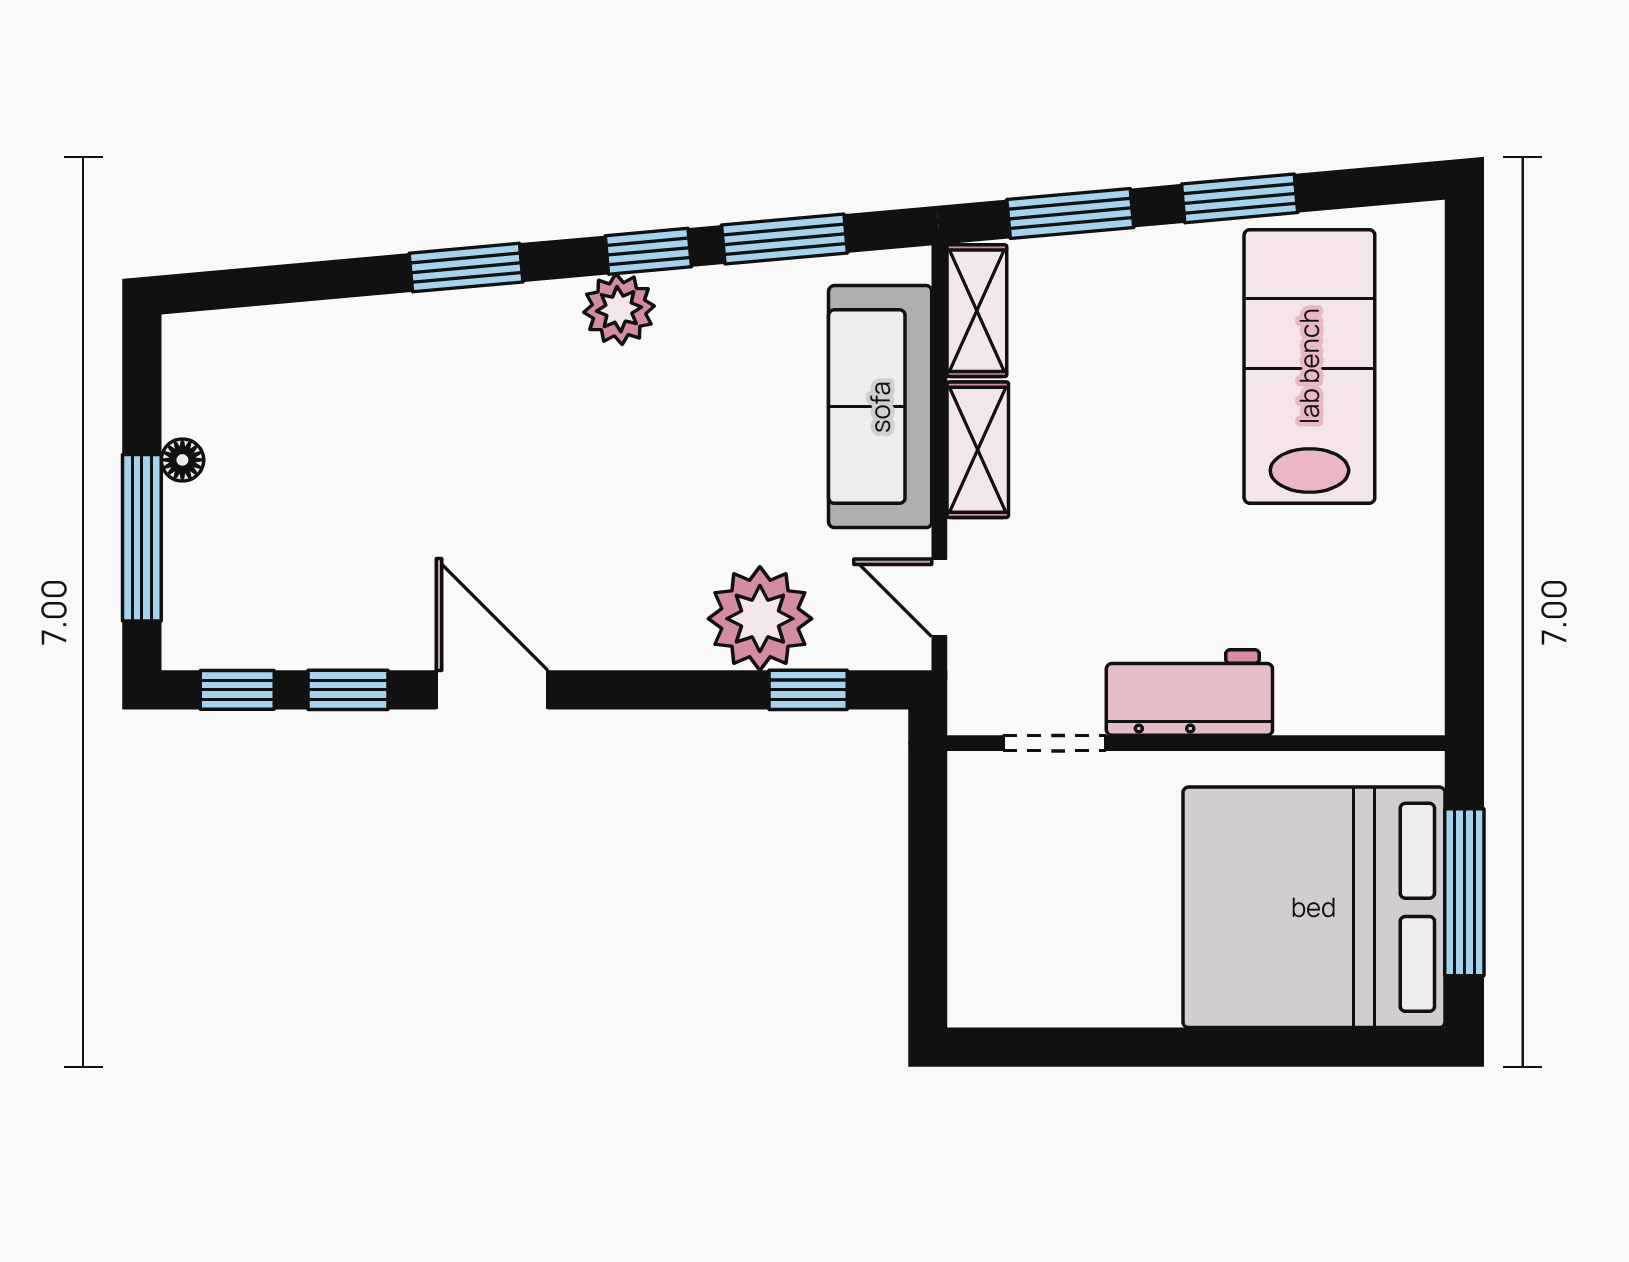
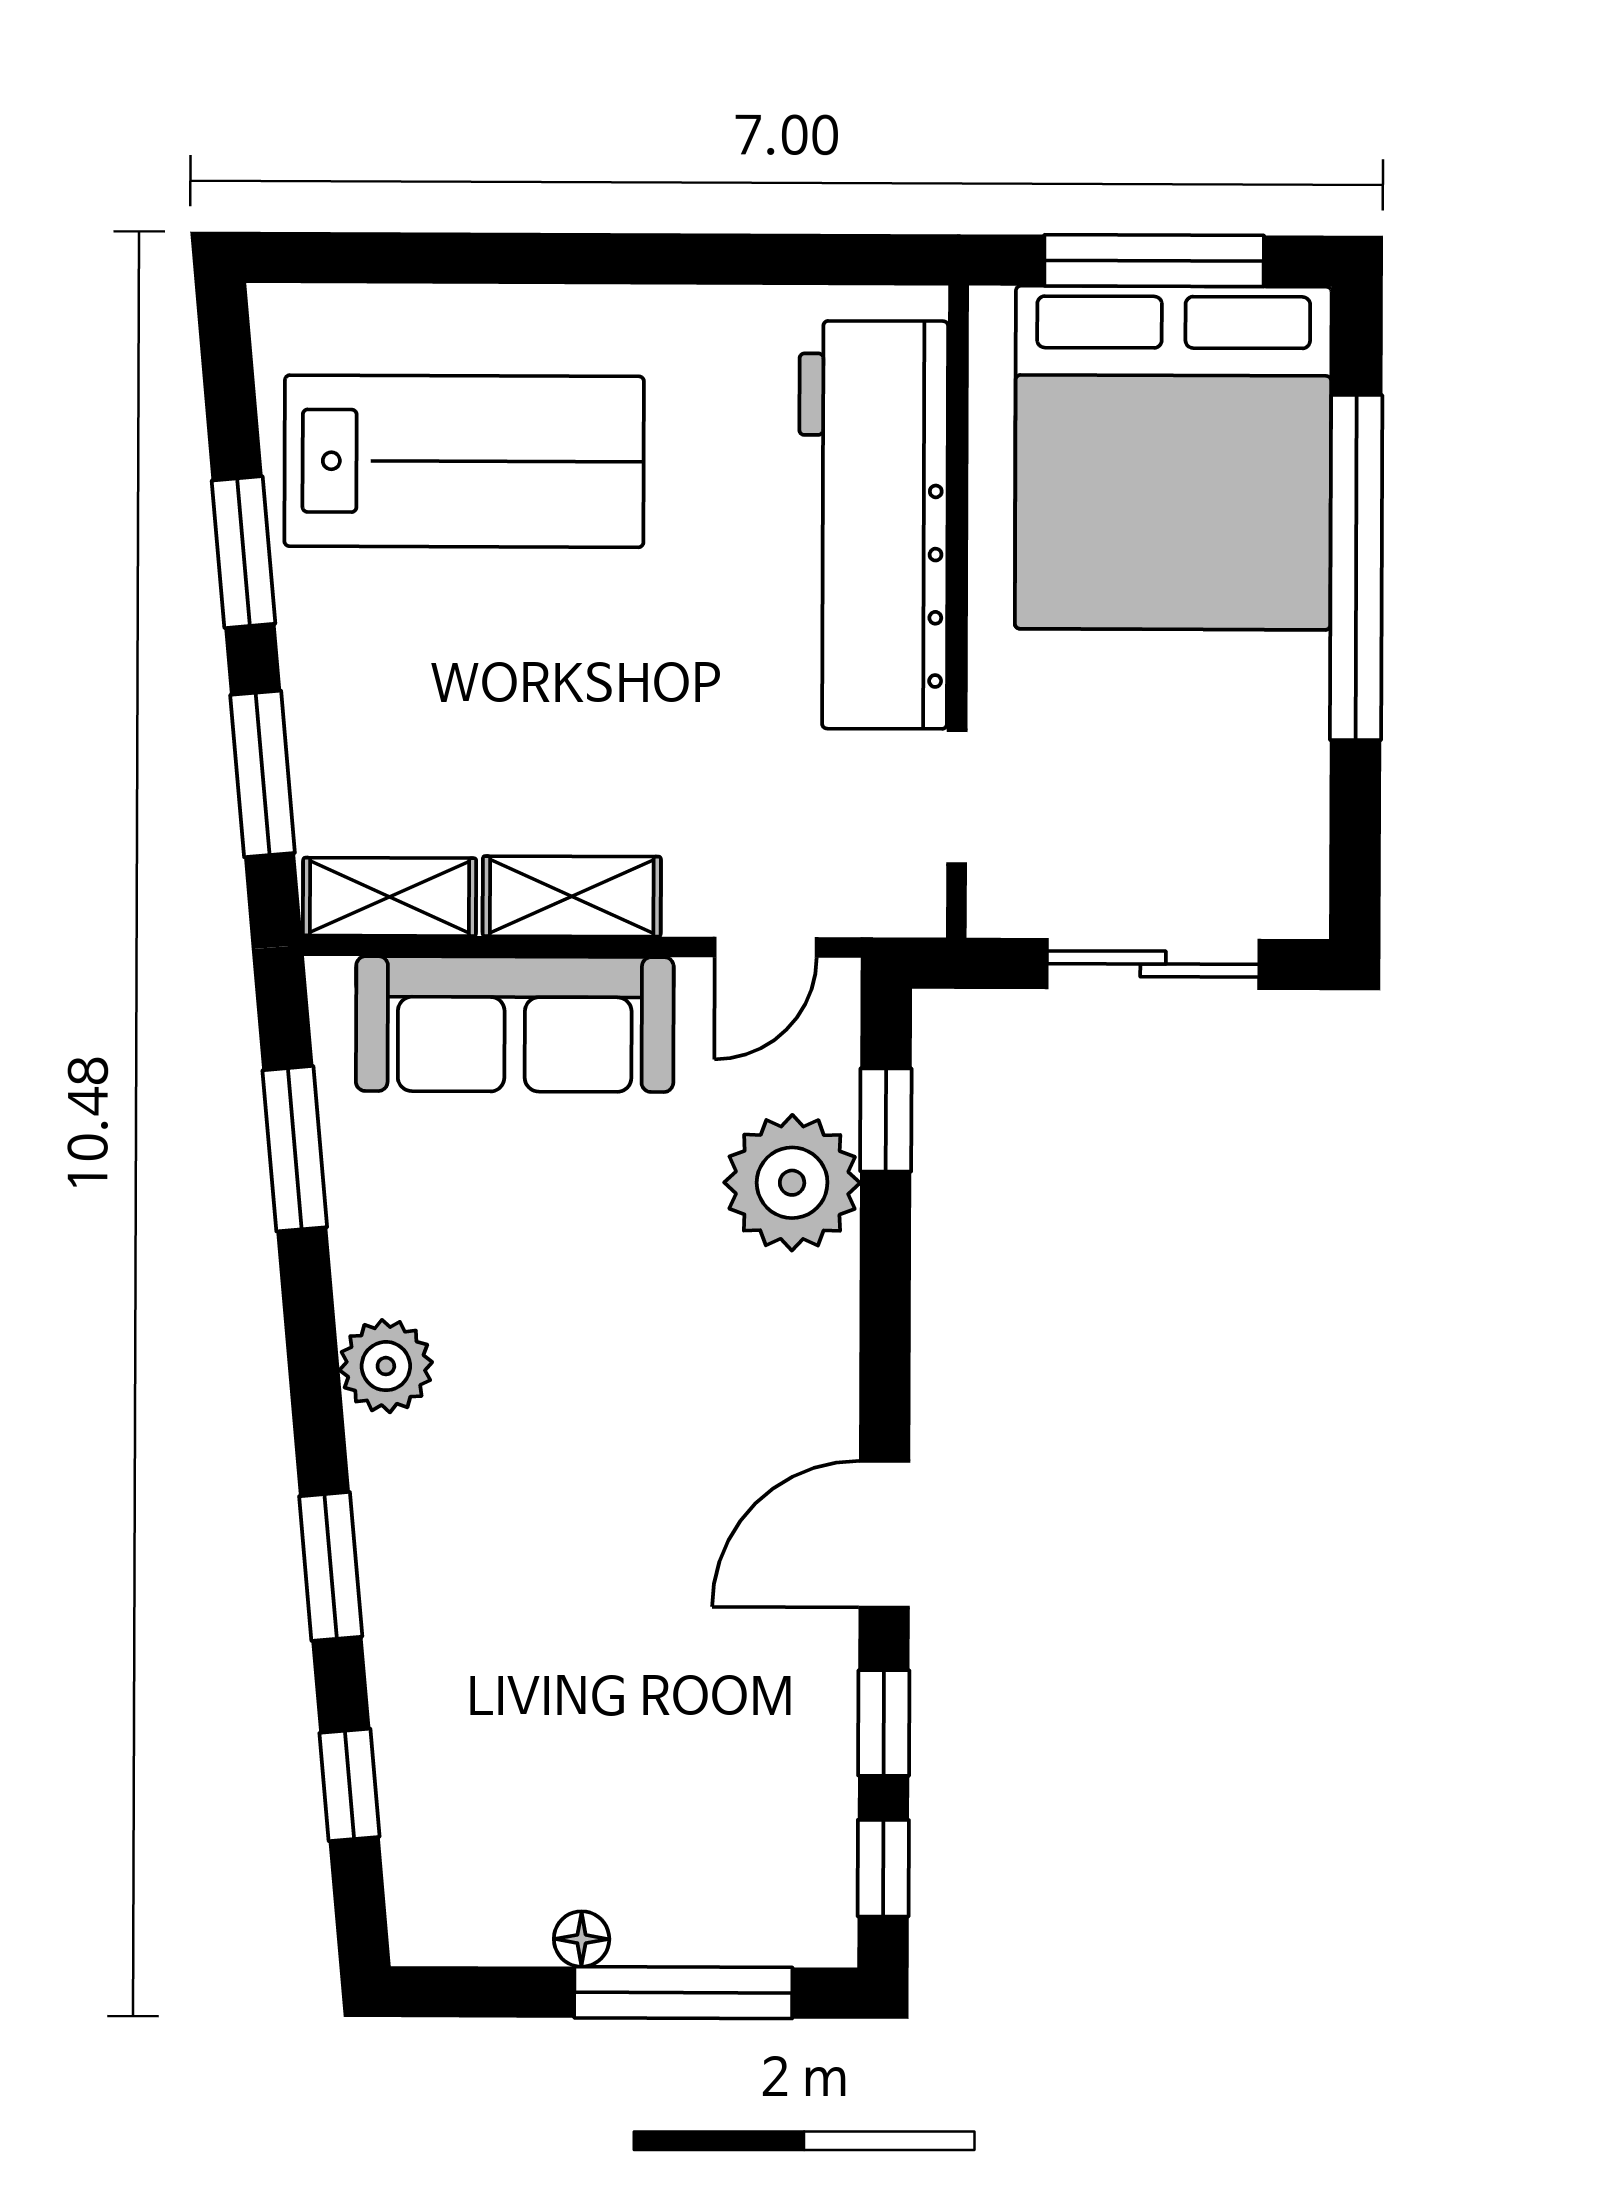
window: (648, 251) -> (349, 1785), moved
lab bench: (1309, 366) -> (464, 461), turned 180
workbench: (1189, 693) -> (873, 525), width x1.88, depth x1.32
sliding door: (928, 893) -> (1153, 964), added
window: (1231, 1047) -> (1356, 568), added

